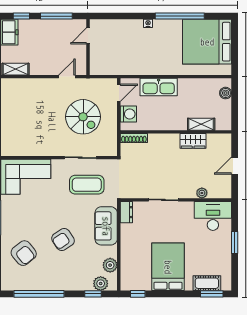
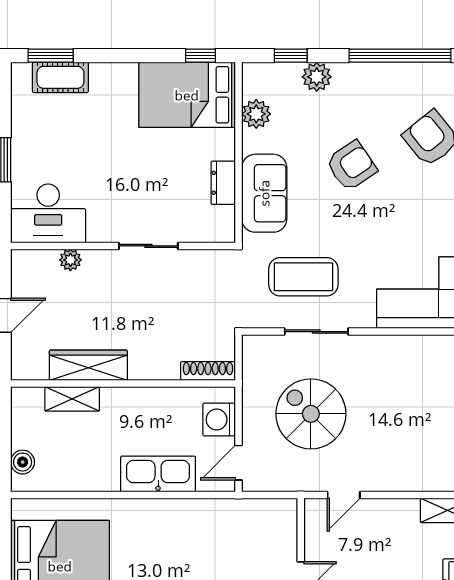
wardrobe: (193, 141) -> (88, 365), width x1.50
dresser: (126, 212) -> (223, 183), moved
bed: (168, 267) -> (187, 95), moved, turned 90
plant: (101, 284) -> (317, 77), moved

